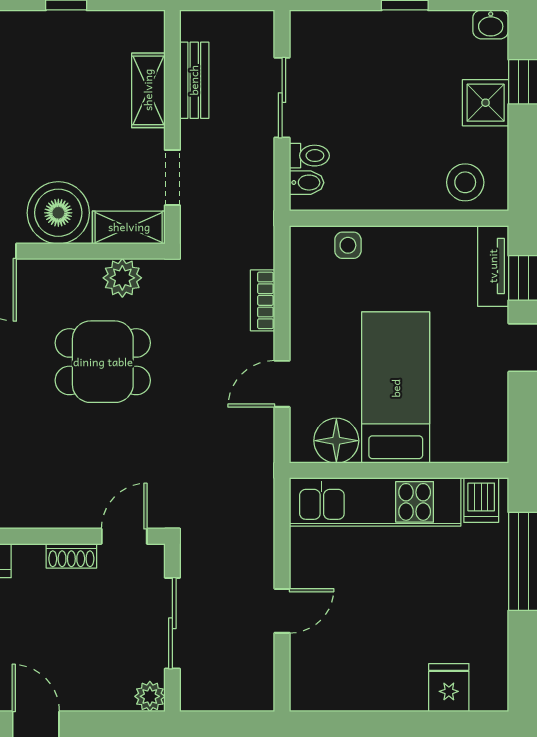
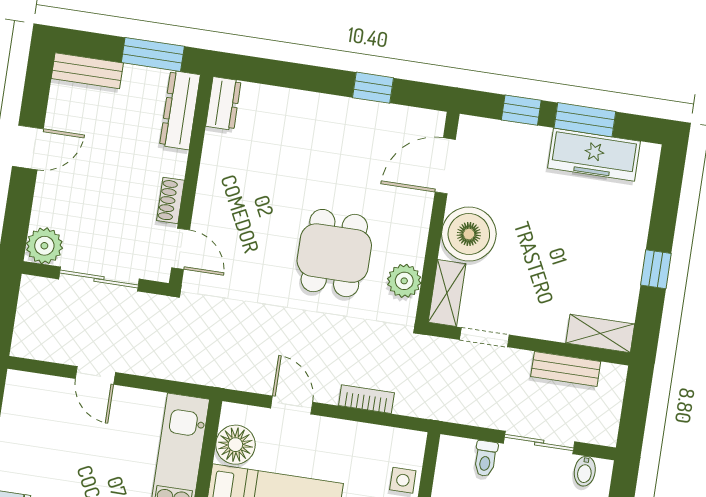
shelving: (148, 90) -> (600, 334), moved
bidet: (307, 183) -> (585, 471), moved
plant: (150, 696) -> (44, 246), width x1.38, depth x1.38

